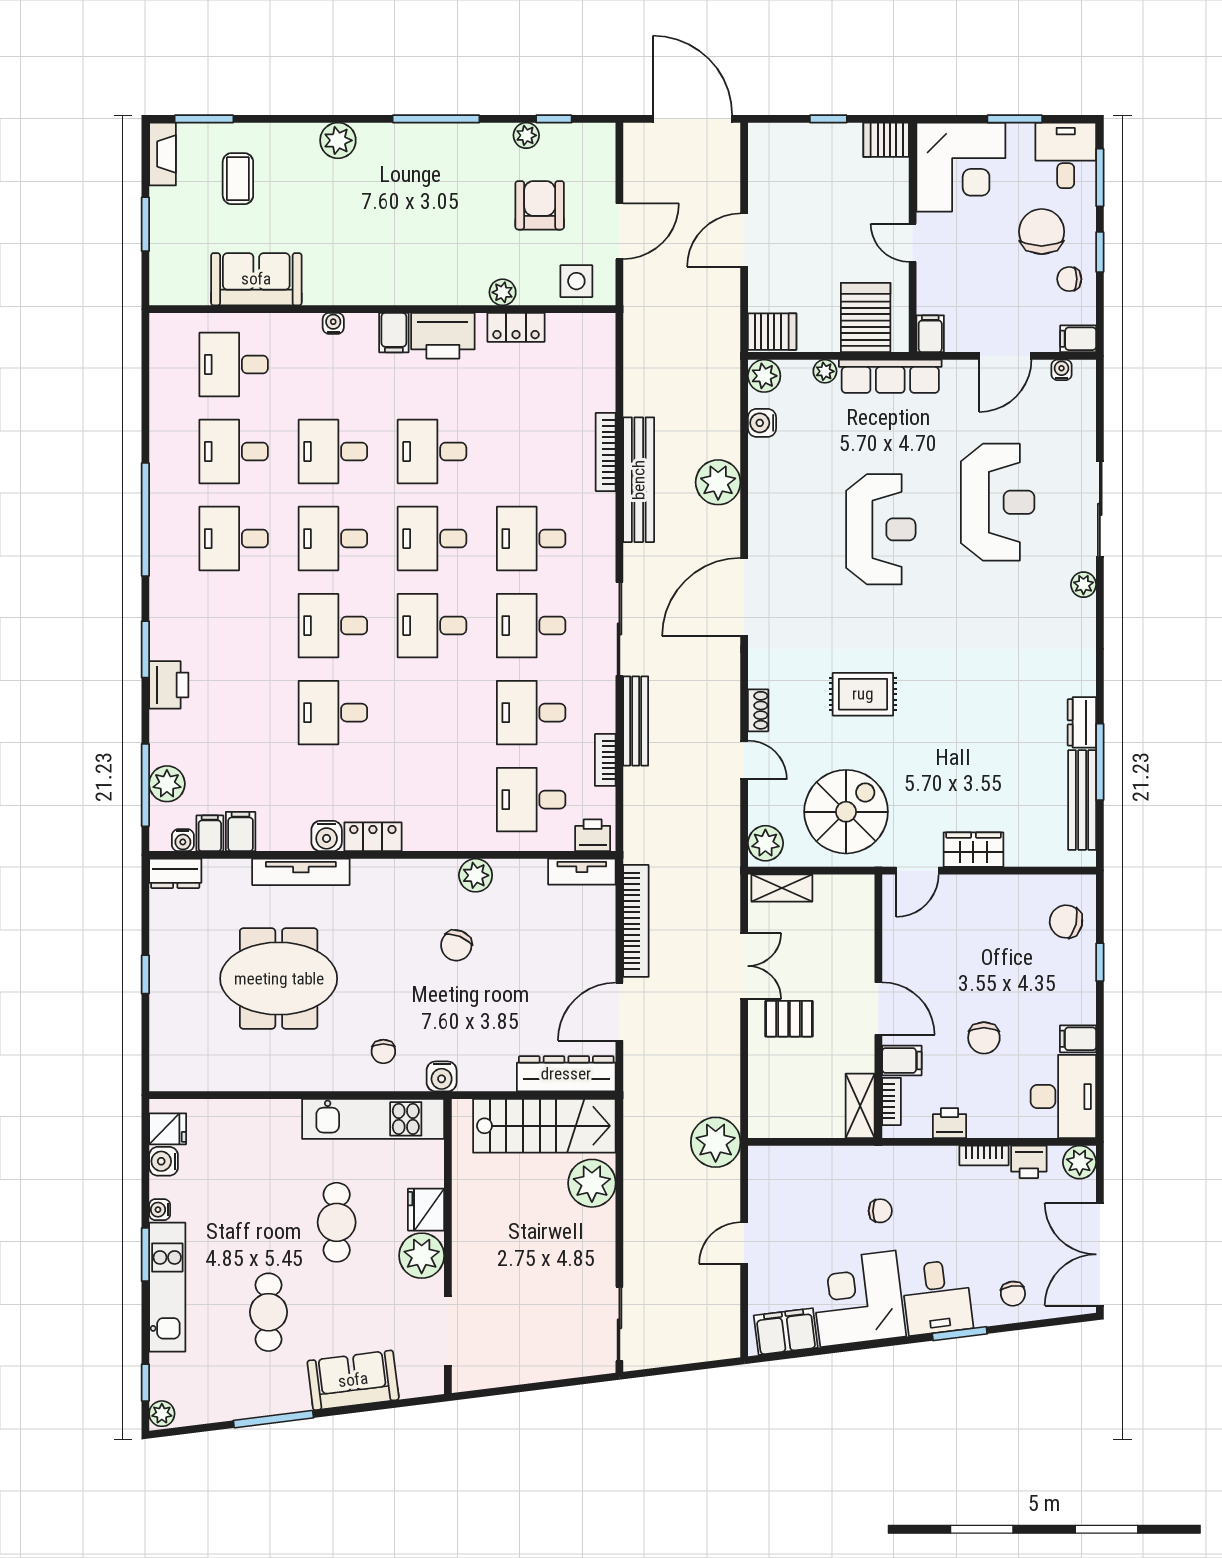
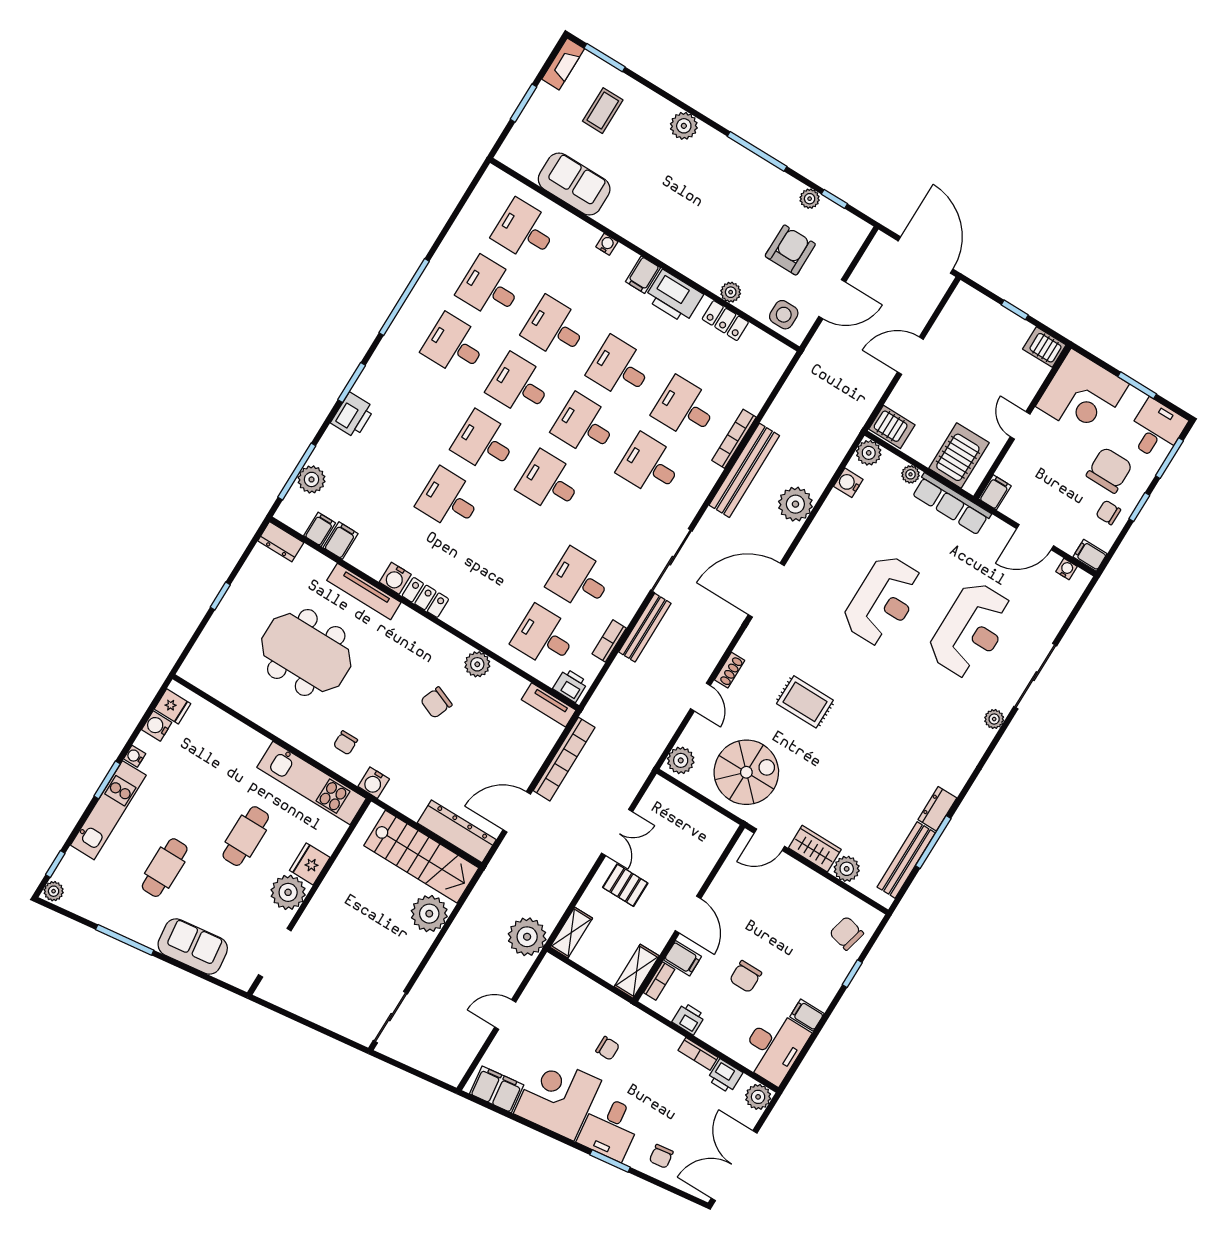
desk: (531, 626) -> (685, 408), moved
water cooler: (183, 840) -> (299, 523), removed
plant: (1022, 850) -> (847, 869), added
shelving: (782, 888) -> (571, 933), moved, turned 90

